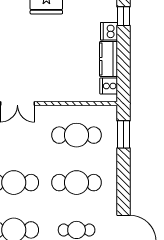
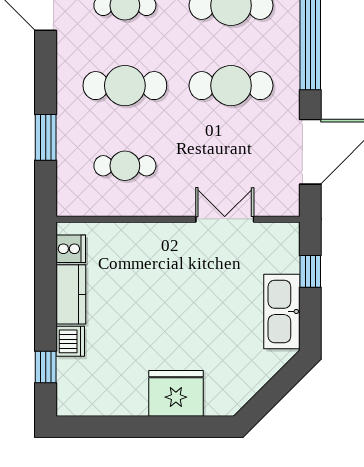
window: (123, 134) -> (46, 137), moved
cafe table: (77, 135) -> (125, 166), width x0.73, depth x0.74

